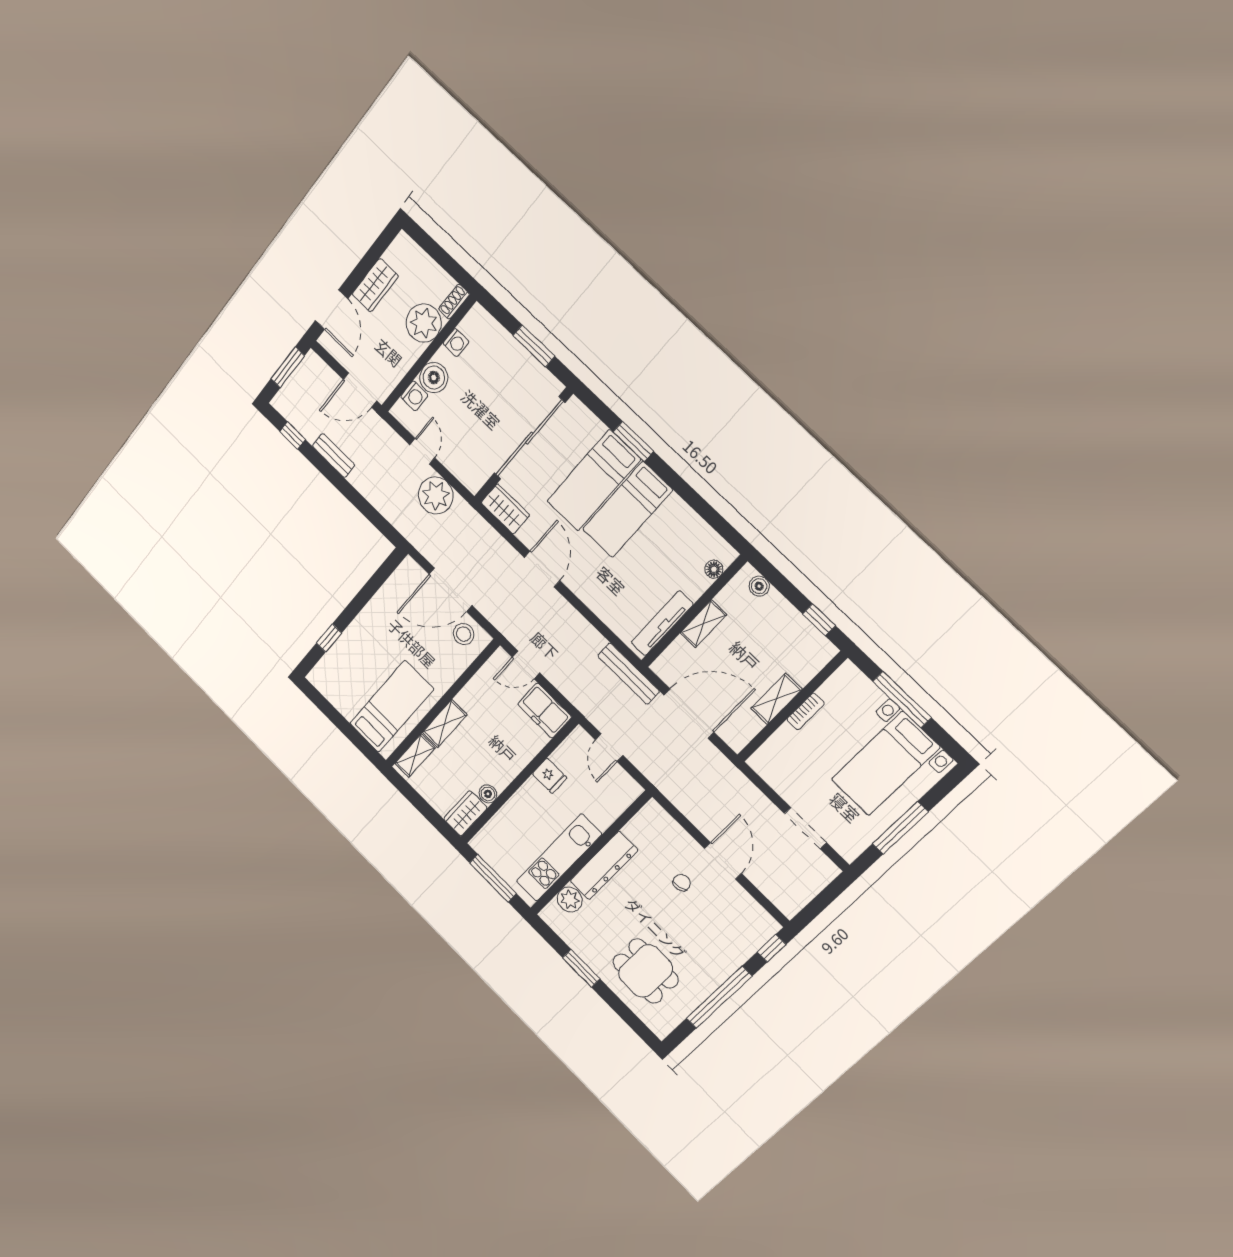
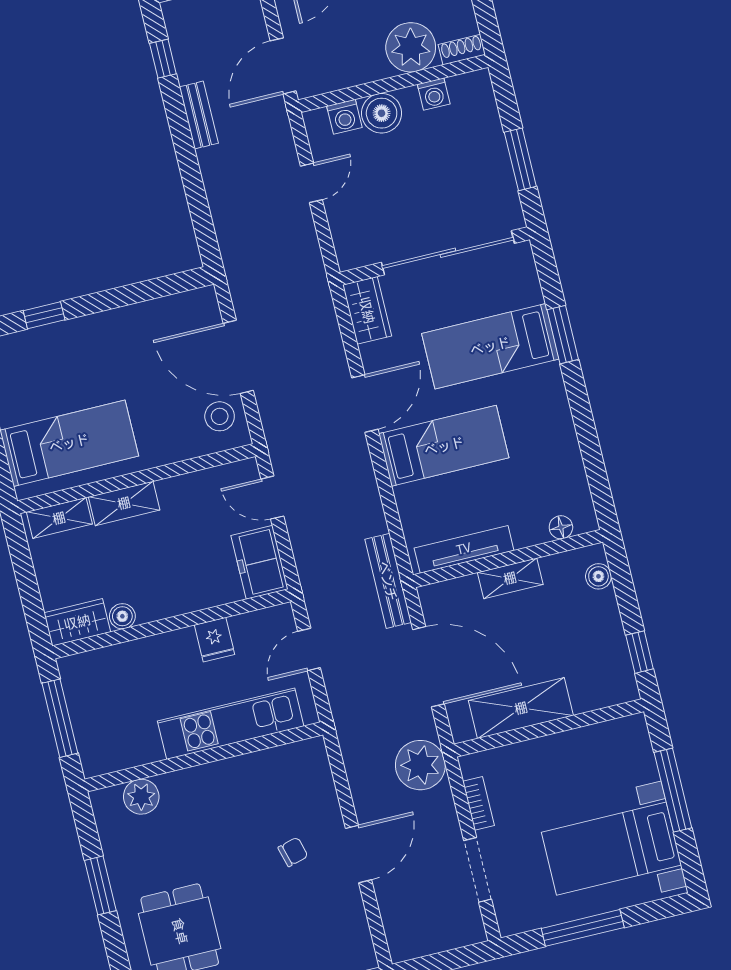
door: (360, 390) -> (283, 66), hinge flipped
plant: (436, 495) -> (420, 765), moved
bed: (627, 510) -> (444, 446), moved, turned 180
shelving: (776, 699) -> (521, 708), width x1.50, depth x1.33
bookcase: (806, 711) -> (478, 803), moved, turned -90
kitchen unit: (559, 858) -> (231, 724), moved
dresser: (604, 866) -> (211, 781), removed

